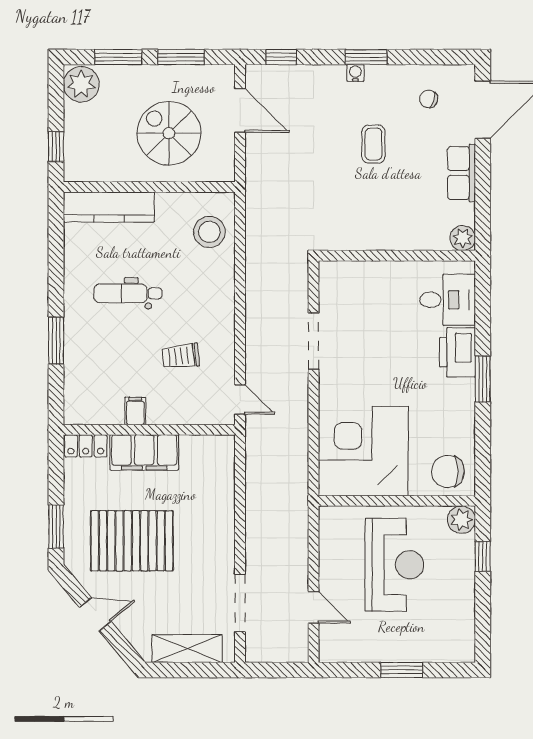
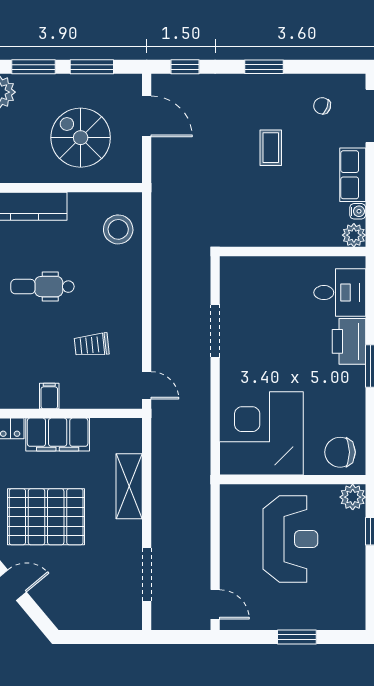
water cooler: (355, 73) -> (358, 211), moved, turned 90
door: (313, 607) -> (215, 604), moved
shelving: (187, 649) -> (129, 486), moved, turned 90

